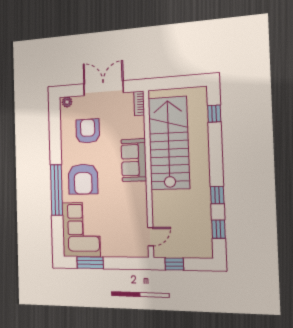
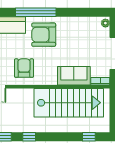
armchair: (88, 131) -> (24, 68), moved, turned -90
sofa: (134, 160) -> (74, 76), moved

